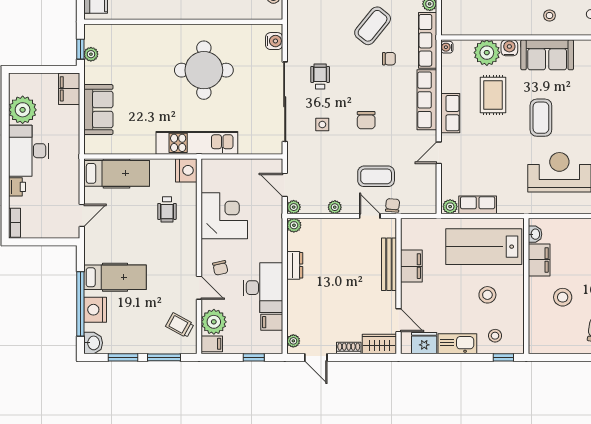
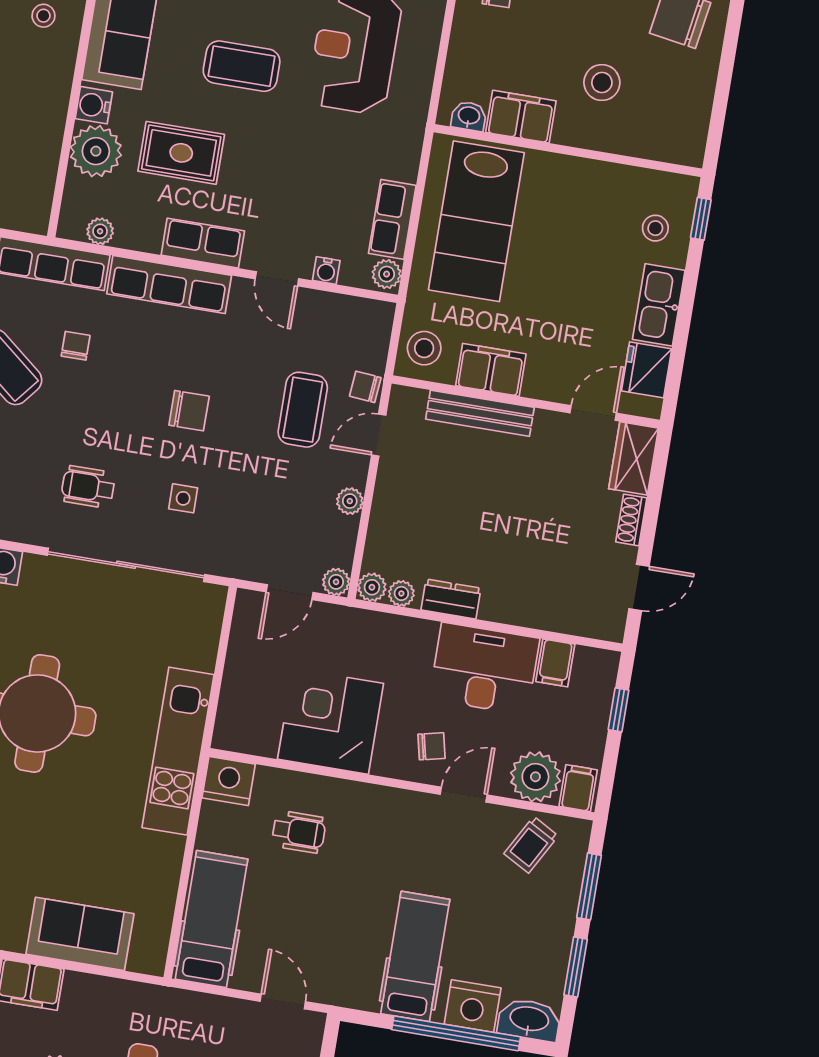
water cooler: (447, 47) -> (326, 270), moved
plant: (448, 61) -> (100, 231), added
stool: (487, 295) -> (424, 348), moved
plant: (293, 341) -> (401, 593), moved
washbasin: (93, 343) -> (529, 1020), width x1.38

